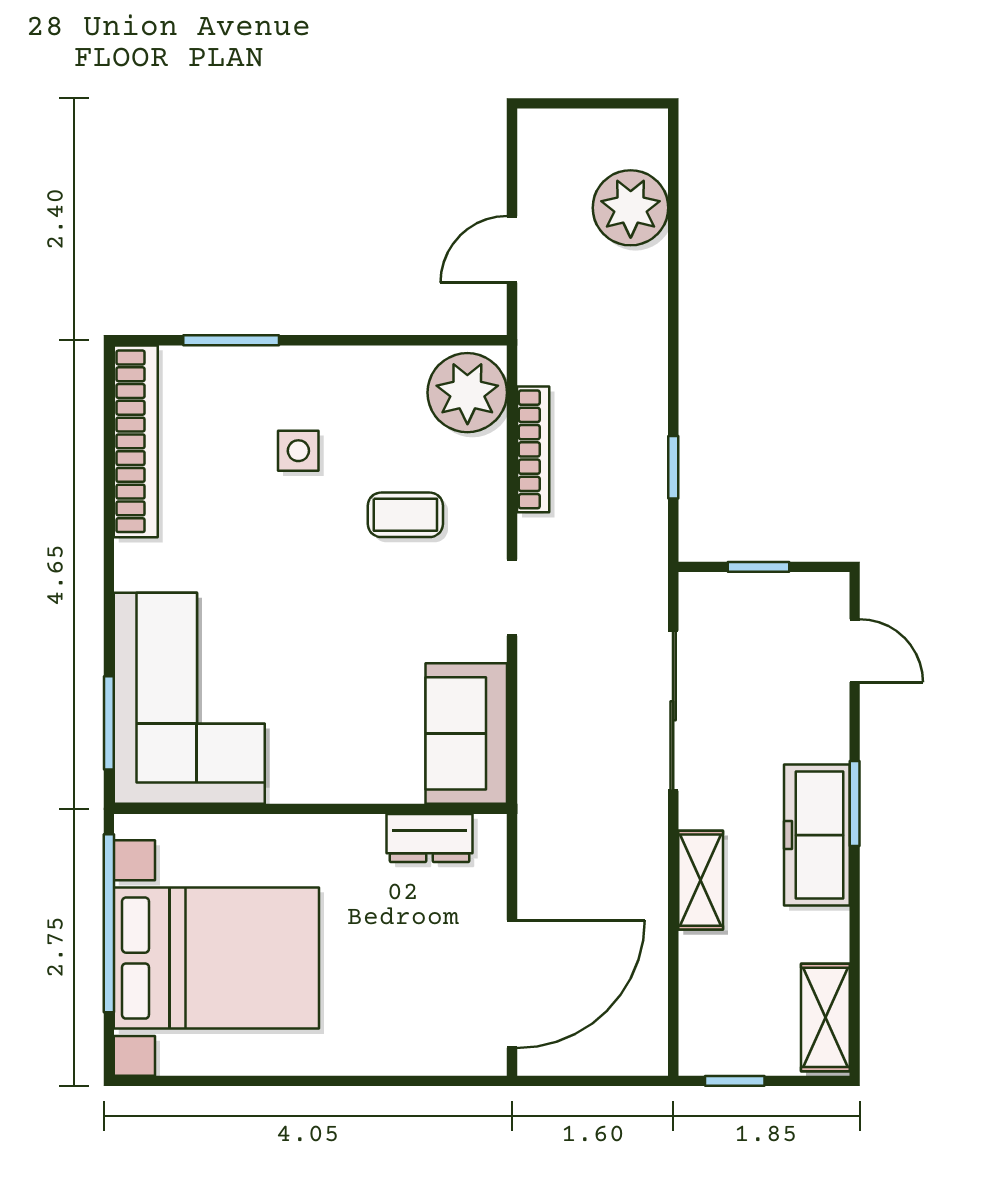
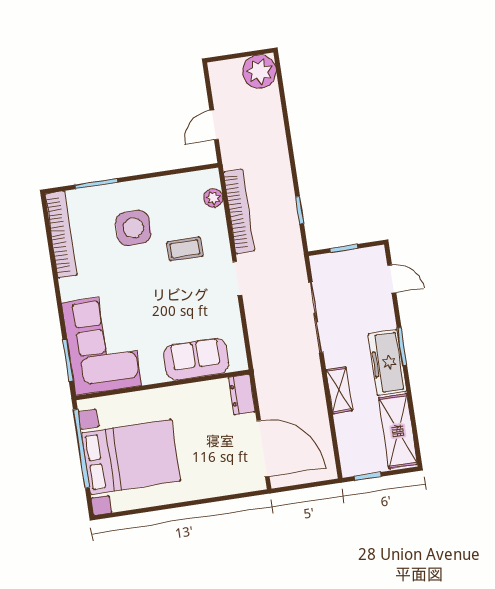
plant: (631, 208) -> (259, 72), moved
plant: (467, 393) -> (213, 198), width x0.53, depth x0.53
bookcase: (533, 449) -> (239, 211), width x1.48, depth x1.31
side table: (298, 451) -> (133, 228), width x1.87, depth x1.87
sofa: (466, 733) -> (196, 359), moved, turned 90
dresser: (430, 838) -> (242, 394), moved, turned 90
door: (512, 984) -> (263, 449), hinge flipped
shelving: (825, 1017) -> (398, 431), width x1.50, depth x1.33

